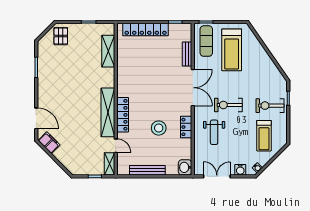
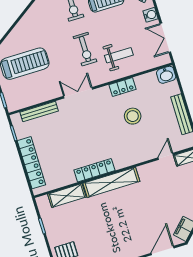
exercise mat: (206, 41) -> (24, 94), removed
bench: (187, 54) -> (39, 112), width x1.36
double door: (193, 88) -> (78, 93), width x0.73
shelving: (108, 112) -> (111, 182), moved
locker: (123, 115) -> (94, 170), moved

